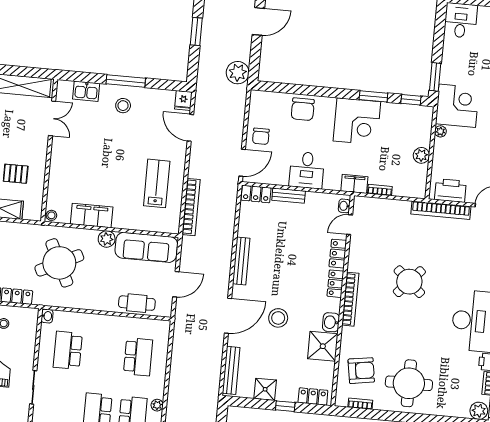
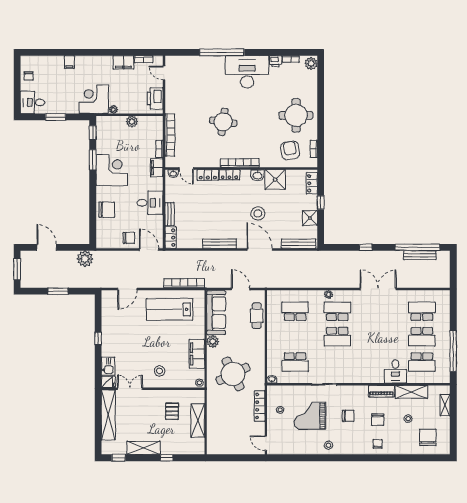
window: (435, 77) -> (56, 117), moved
window: (126, 81) -> (98, 338), width x0.46
fridge: (183, 100) -> (108, 382), moved
stool: (123, 106) -> (160, 371), moved
lab bench: (157, 183) -> (170, 309), width x1.36, depth x1.39
bookcase: (441, 210) -> (170, 135), moved
round table: (409, 282) -> (223, 122), turned -34

